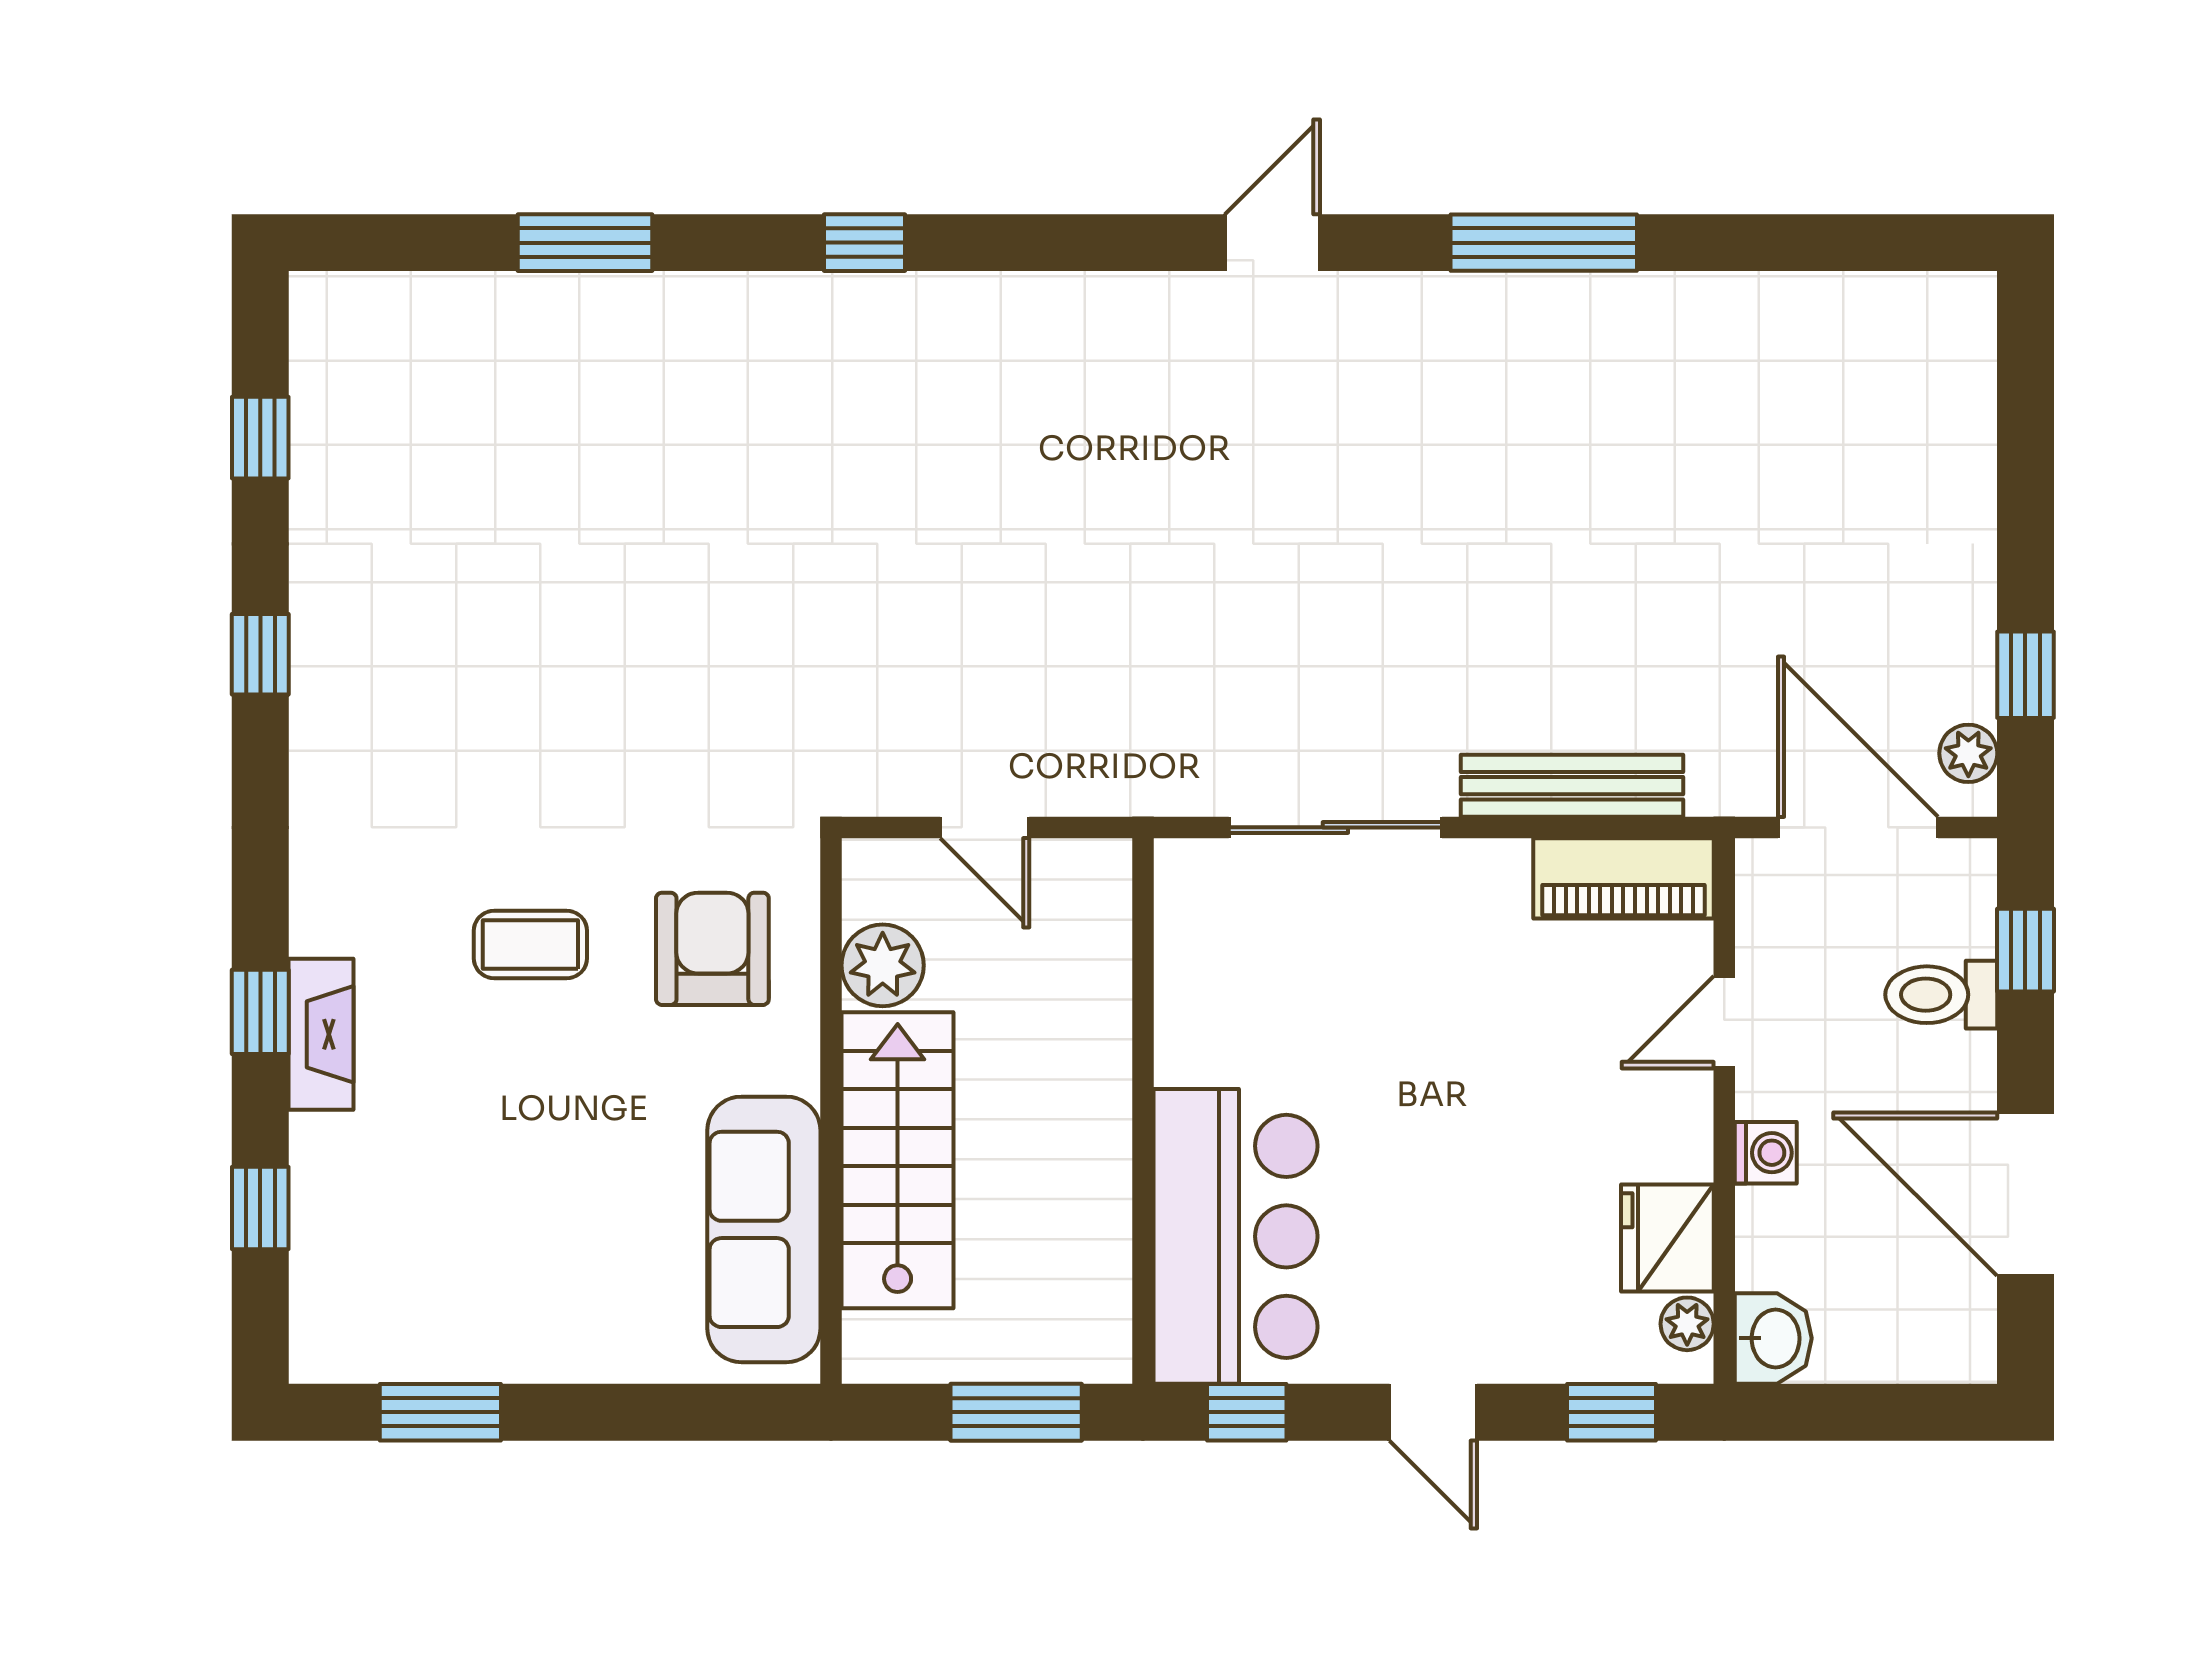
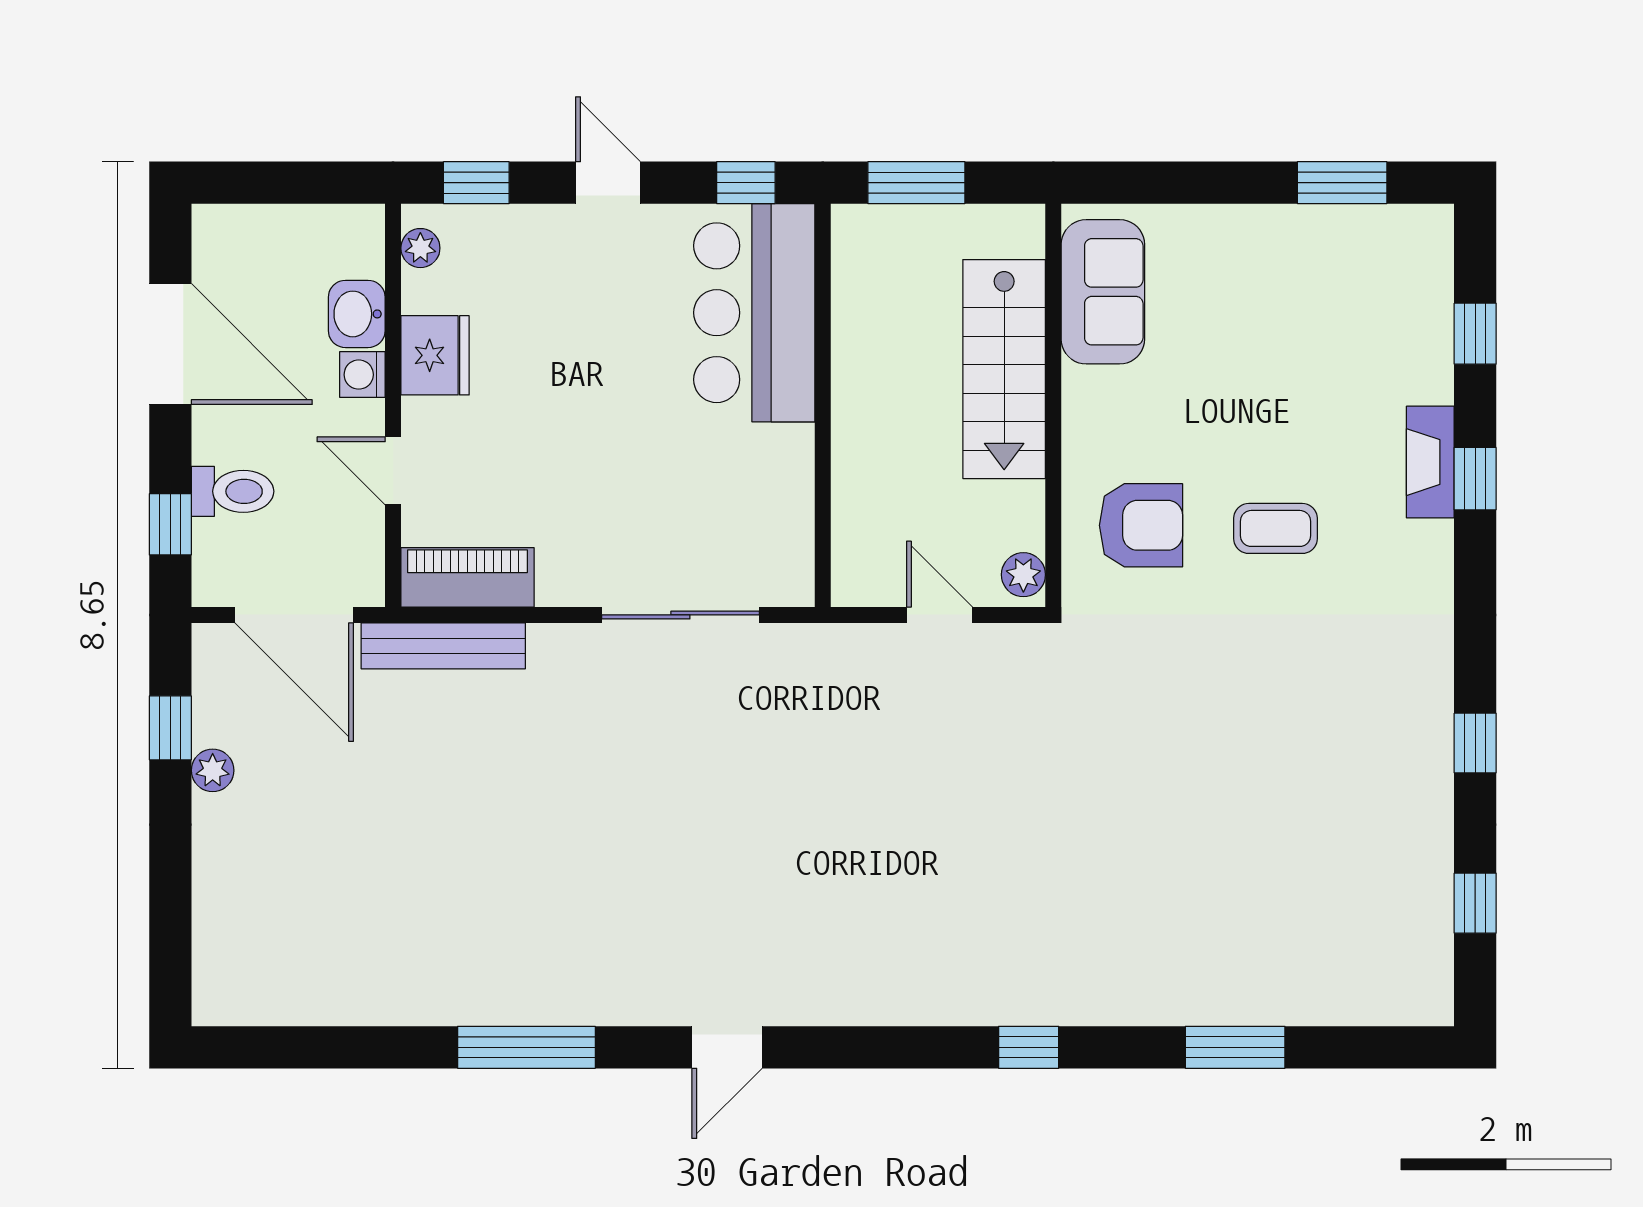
plant: (1968, 753) -> (213, 770), moved
bench: (1572, 786) -> (443, 646), moved
armchair: (712, 949) -> (1141, 525), turned -90
plant: (883, 965) -> (1023, 575), moved, width x0.73, depth x0.73
door: (1724, 1022) -> (393, 471), swing flipped
sofa: (764, 1229) -> (1103, 292), width x0.73
fridge: (1667, 1238) -> (435, 355), moved
washbasin: (1773, 1338) -> (357, 314), moved

